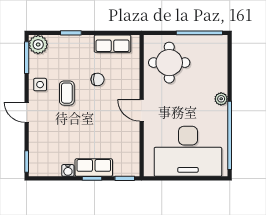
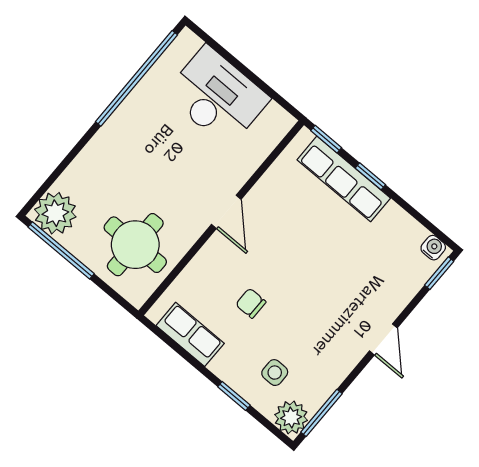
side table: (40, 85) -> (275, 373), moved
coffee table: (67, 93) -> (307, 320), removed
plant: (221, 99) -> (55, 213), moved, width x1.88, depth x1.88
desk: (188, 151) -> (217, 96), width x0.73, depth x0.77
row of seats: (94, 168) -> (344, 179), width x1.48
water cooler: (68, 170) -> (433, 248), moved

